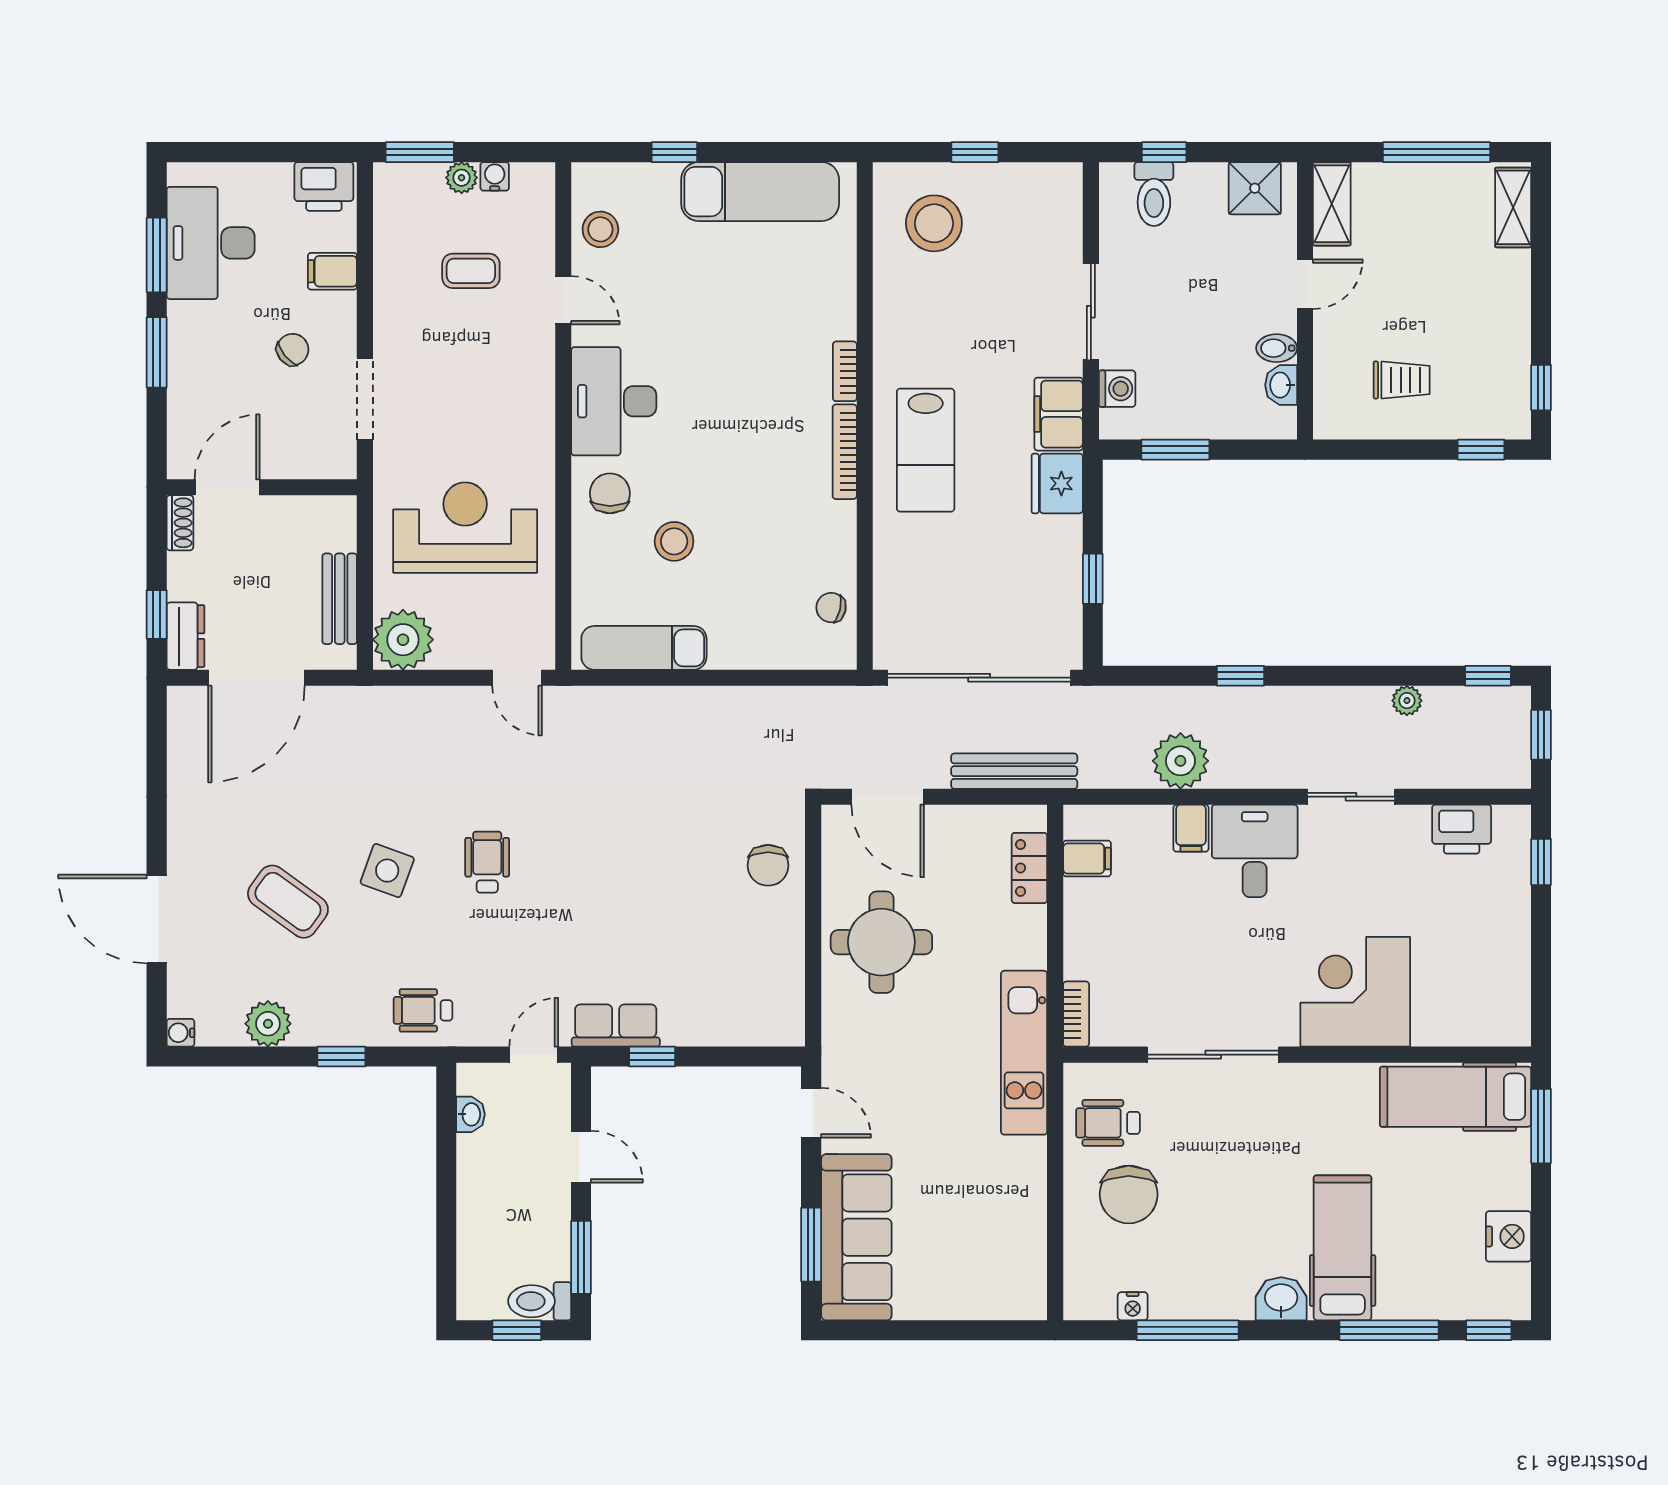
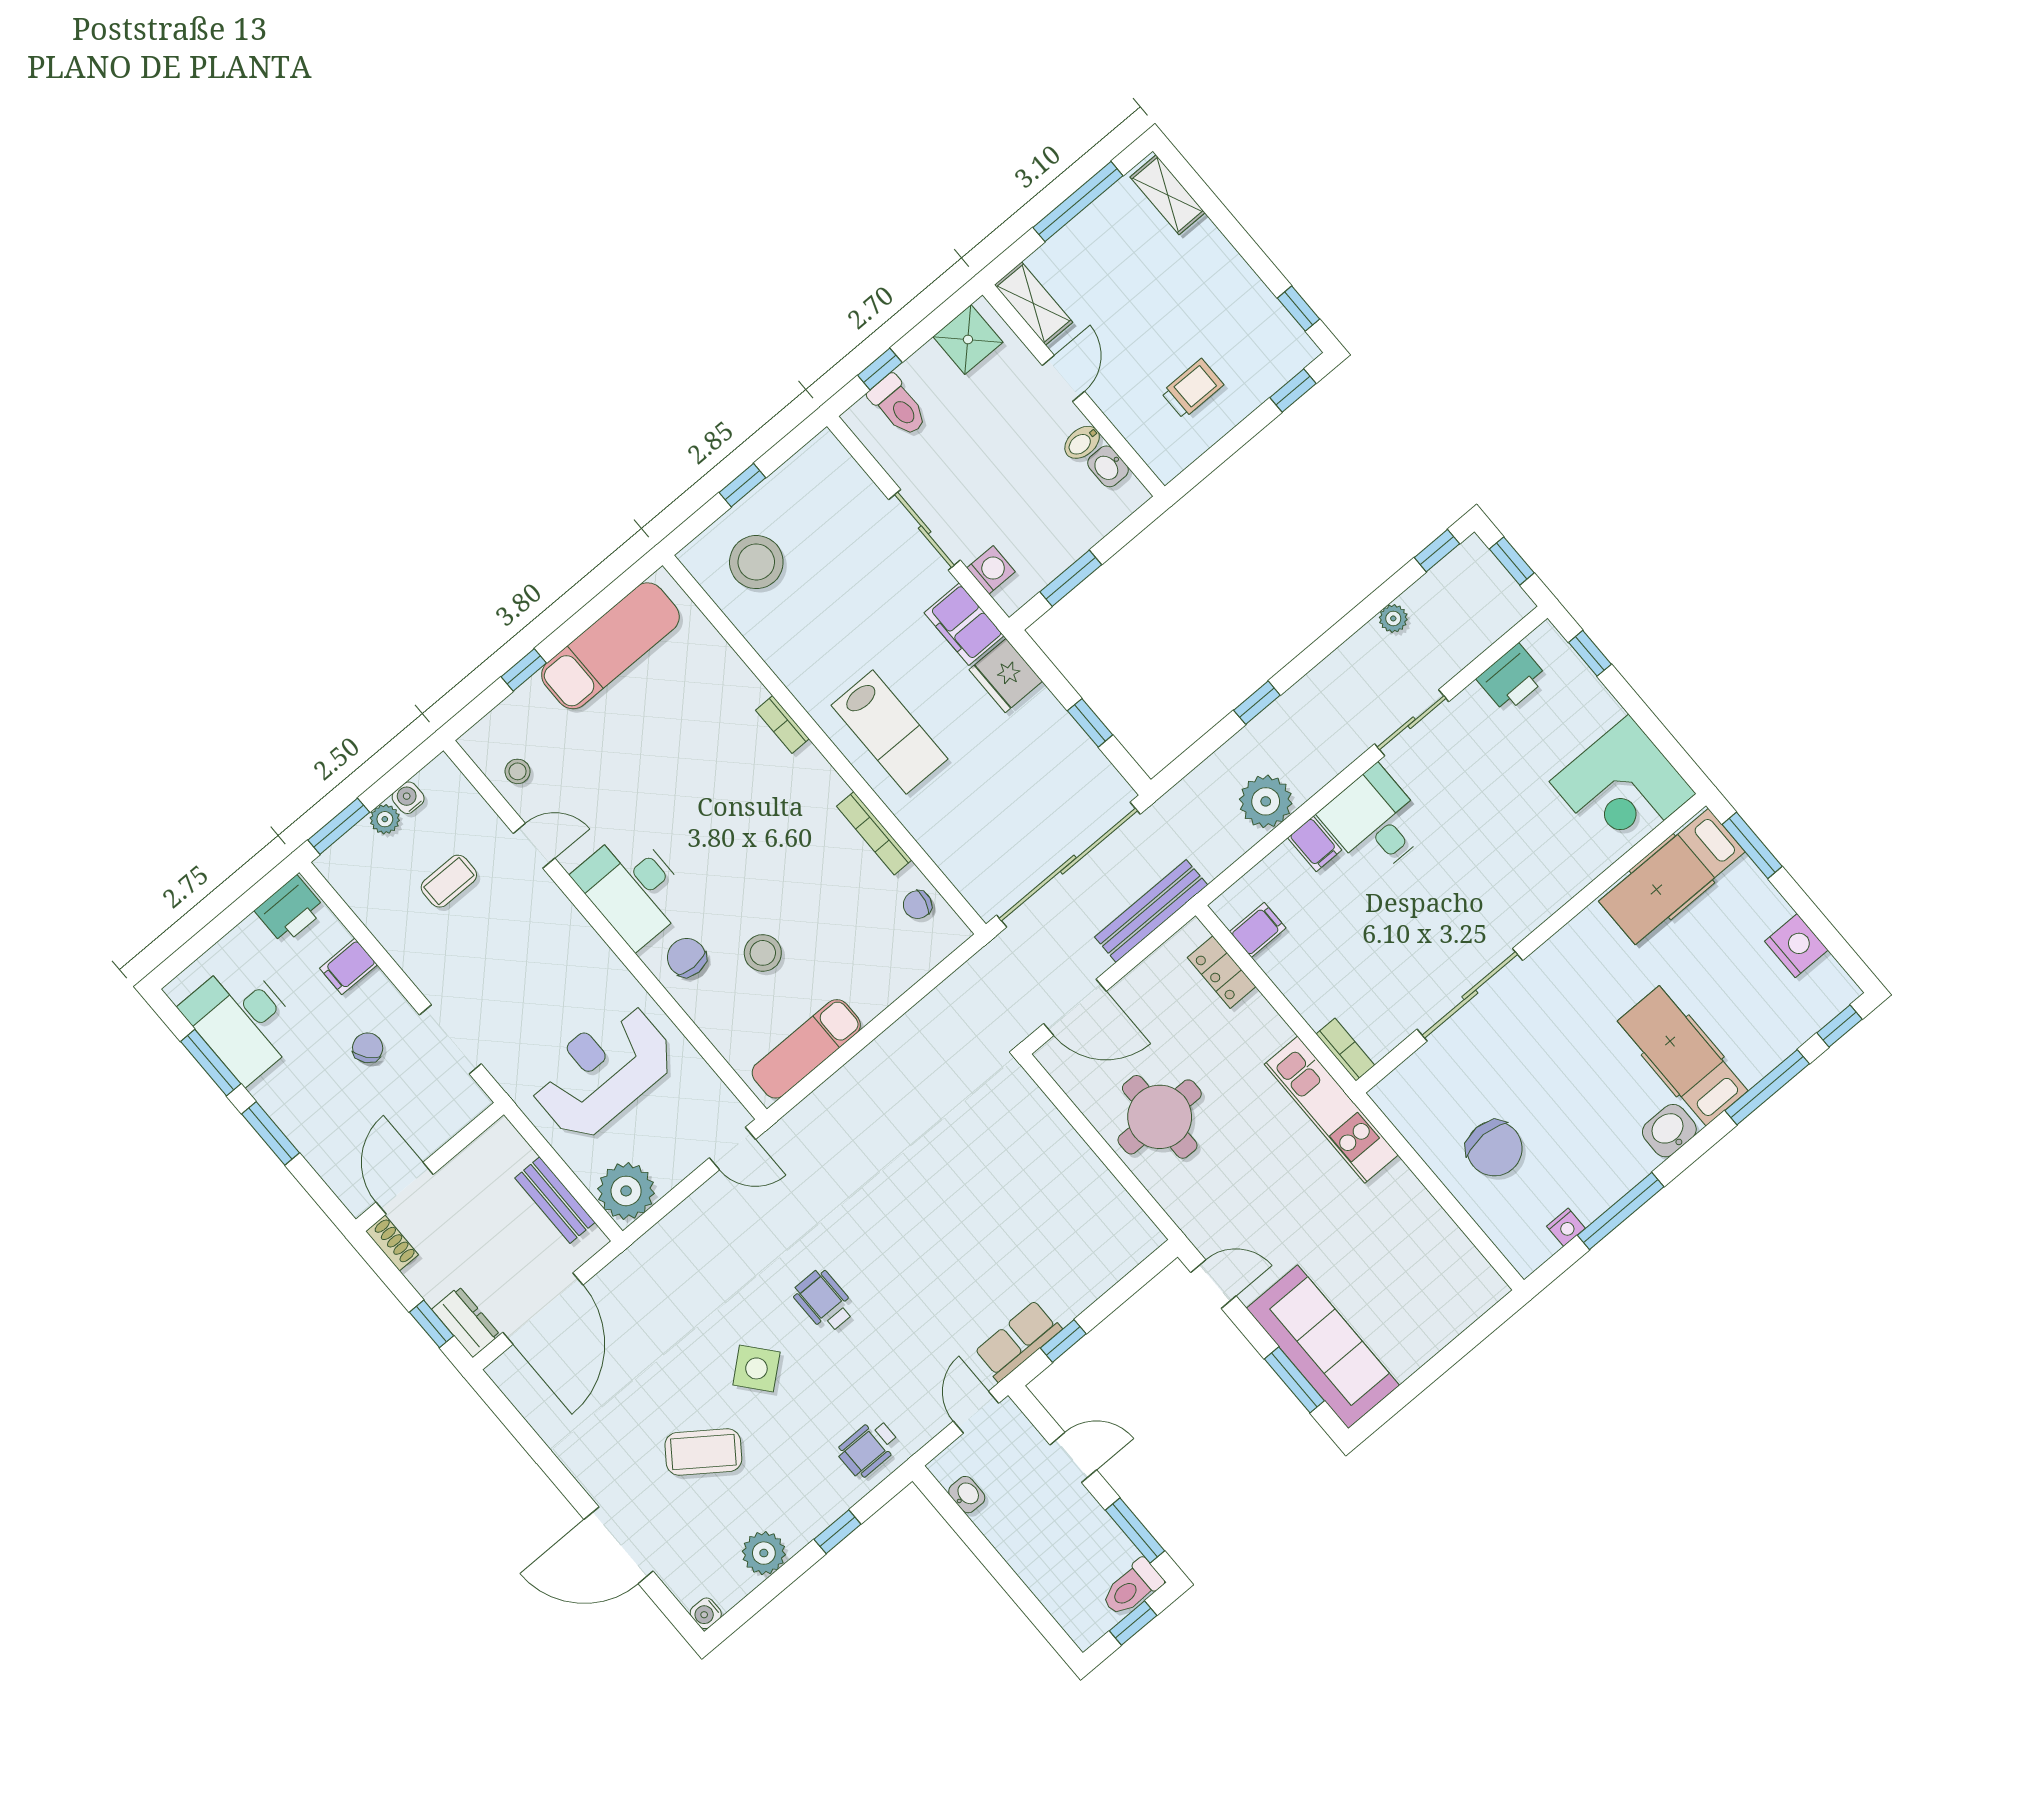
stool: (600, 229) -> (518, 771), width x0.73, depth x0.73
bookcase: (845, 452) -> (874, 833), moved
chair: (768, 865) -> (1030, 1131), removed
side table: (387, 871) -> (756, 1368), turned 30
corner desk: (1355, 992) -> (1622, 788), moved, turned -90
wheelchair: (1108, 1123) -> (1435, 1109), removed

